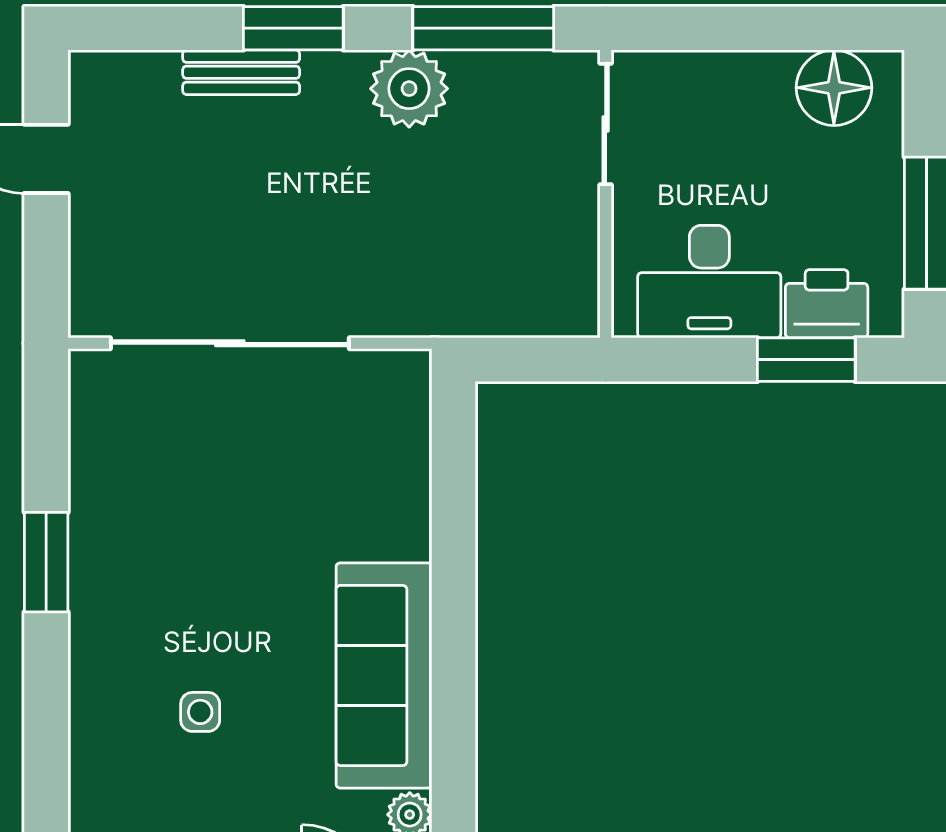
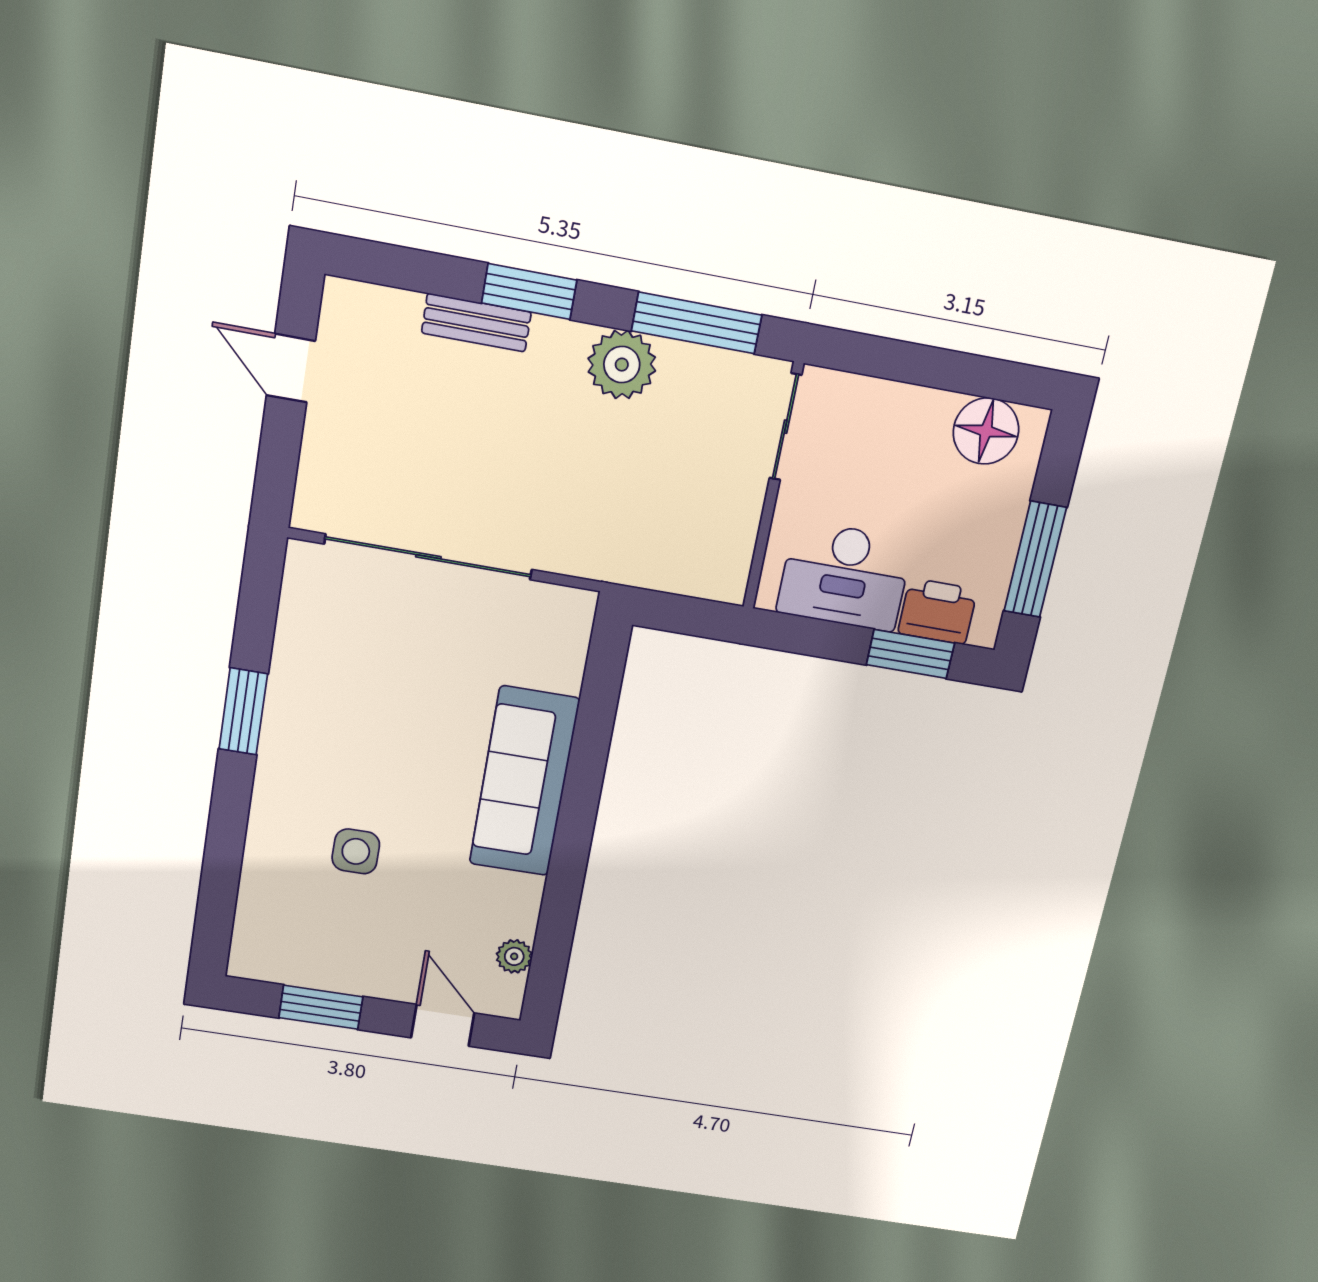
sofa: (384, 675) -> (524, 782), moved
side table: (200, 712) -> (356, 851), width x1.37, depth x1.37

